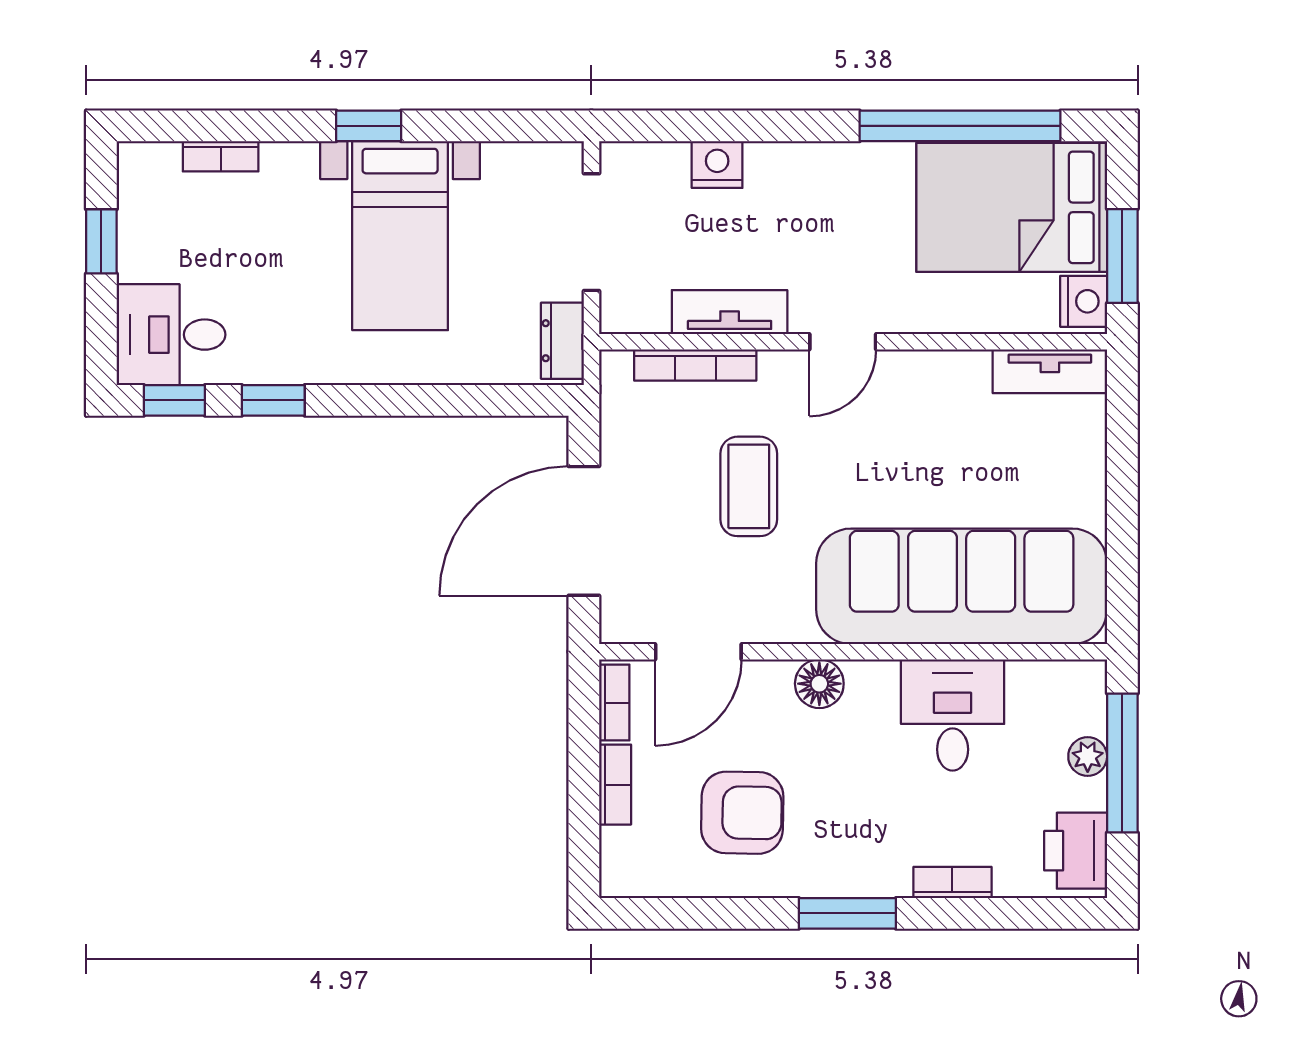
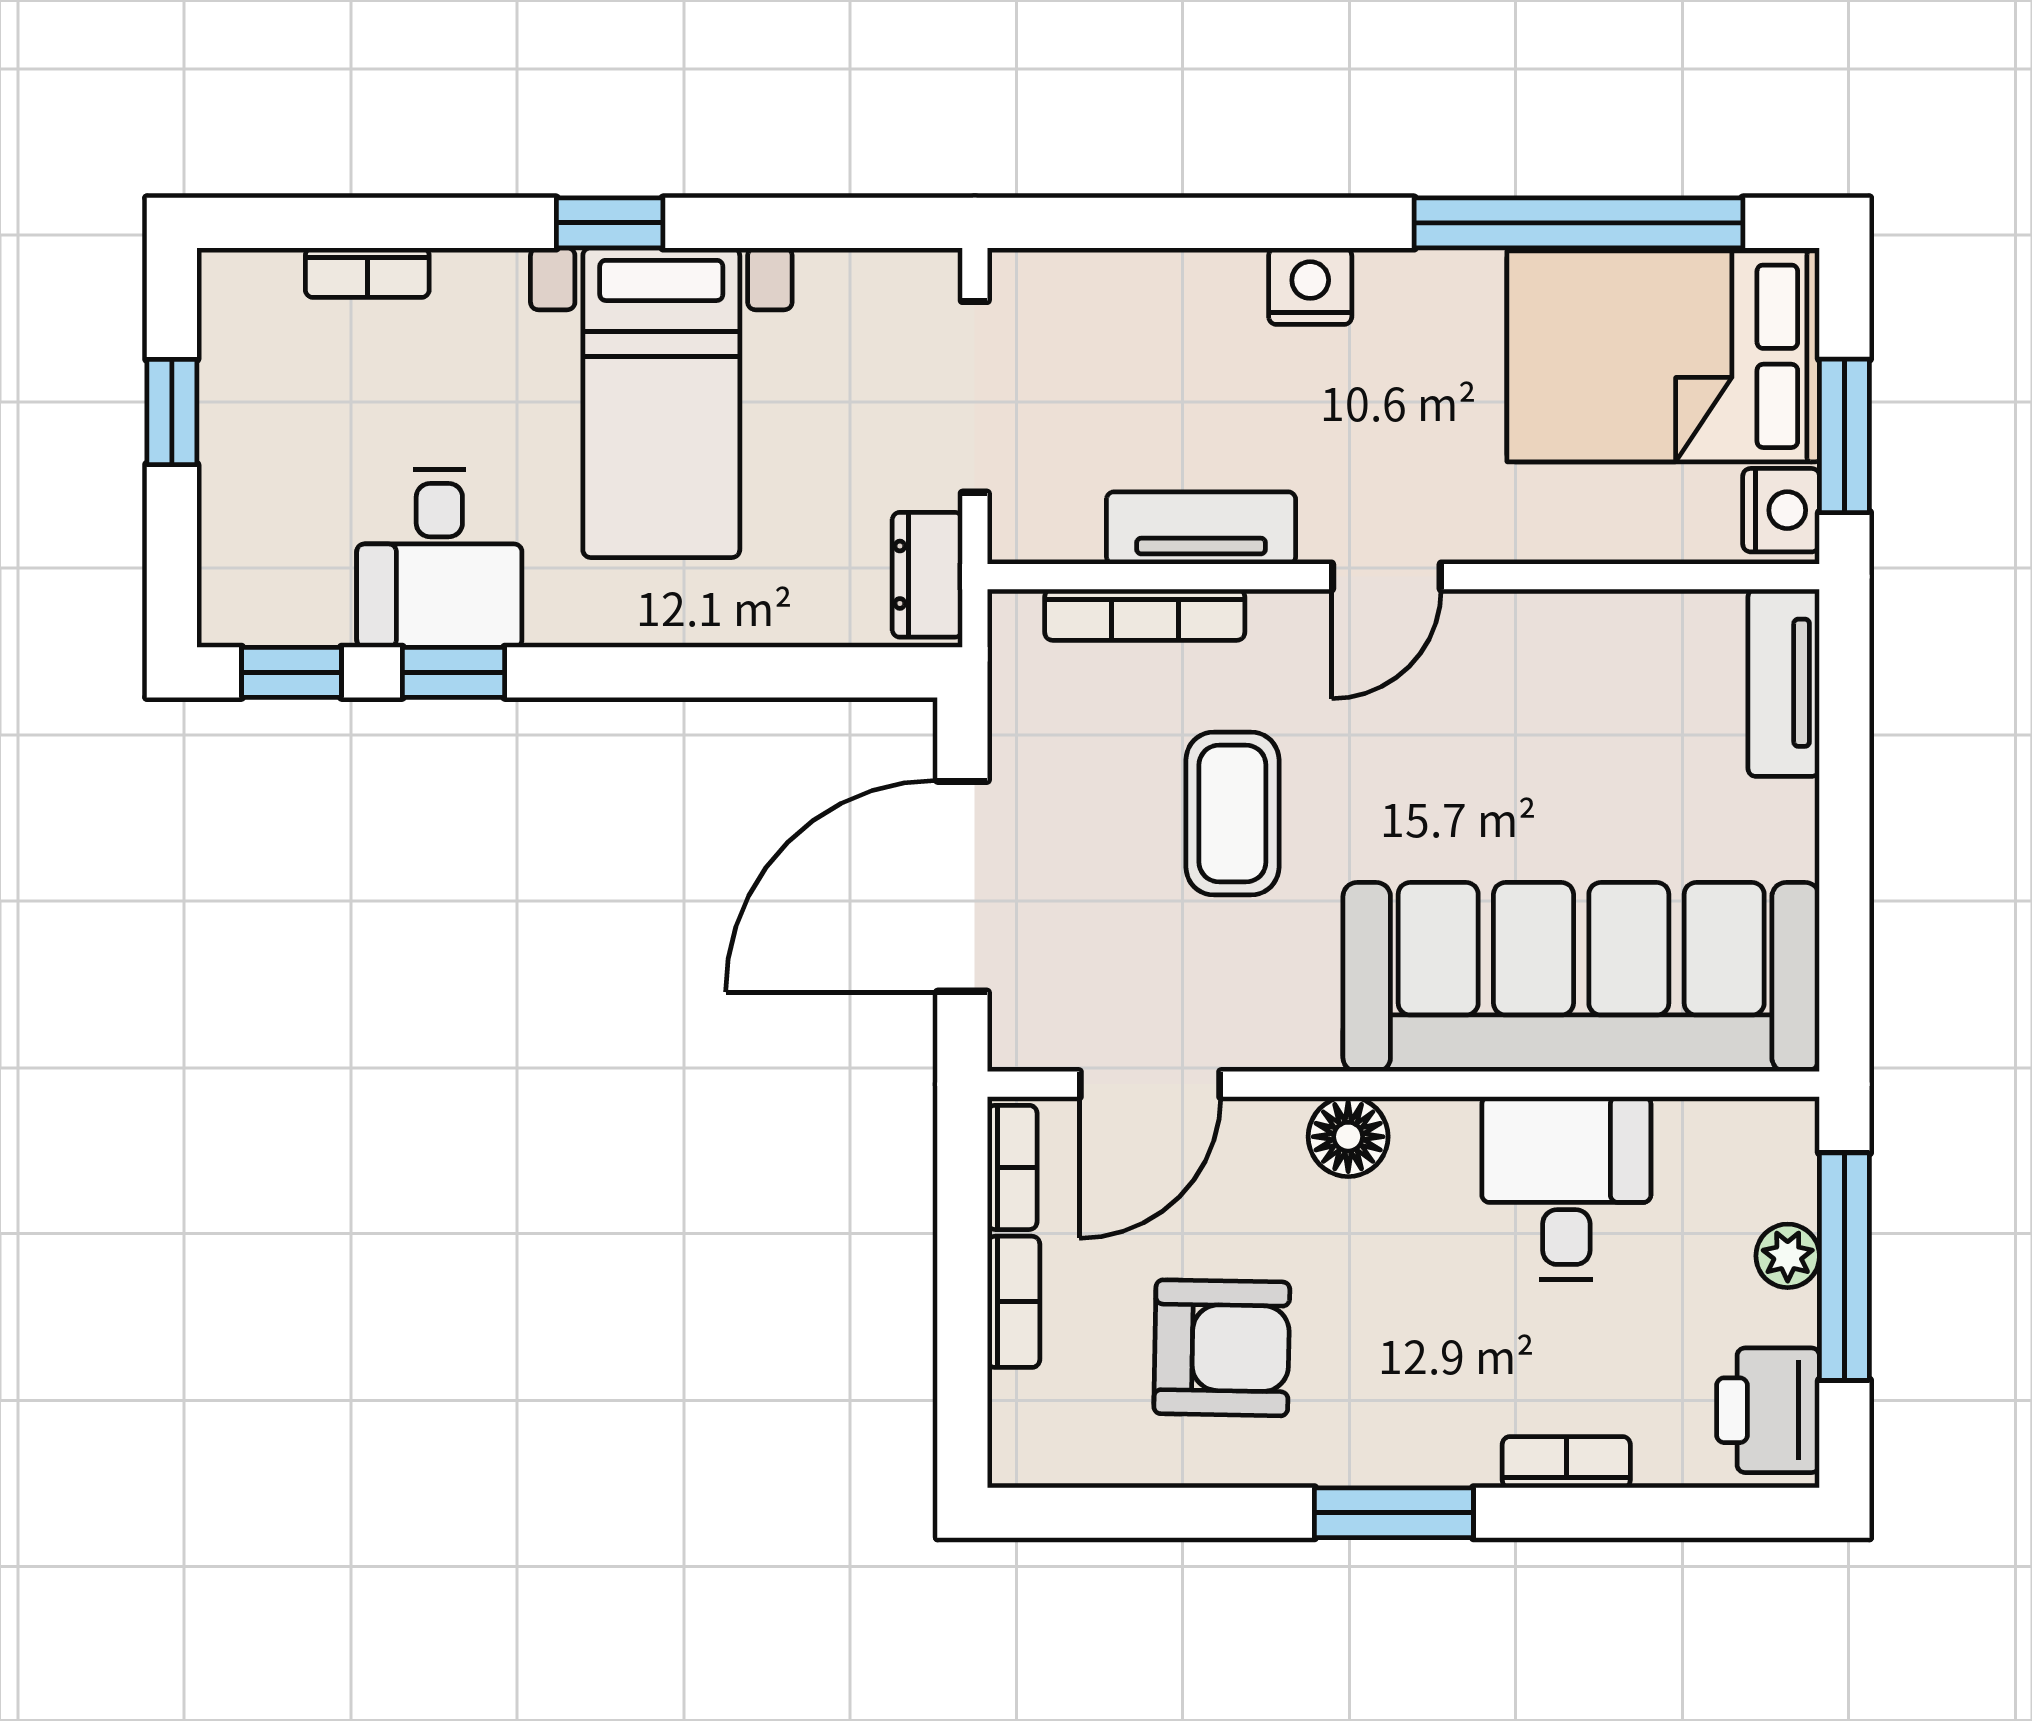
nightstand: (717, 165) -> (1310, 286), moved
desk: (171, 335) -> (439, 558), moved, turned -90
tv unit: (1050, 371) -> (1784, 683), moved, turned 90

